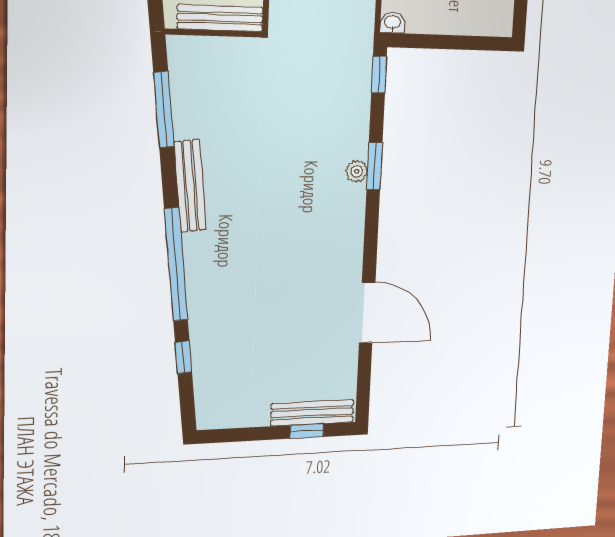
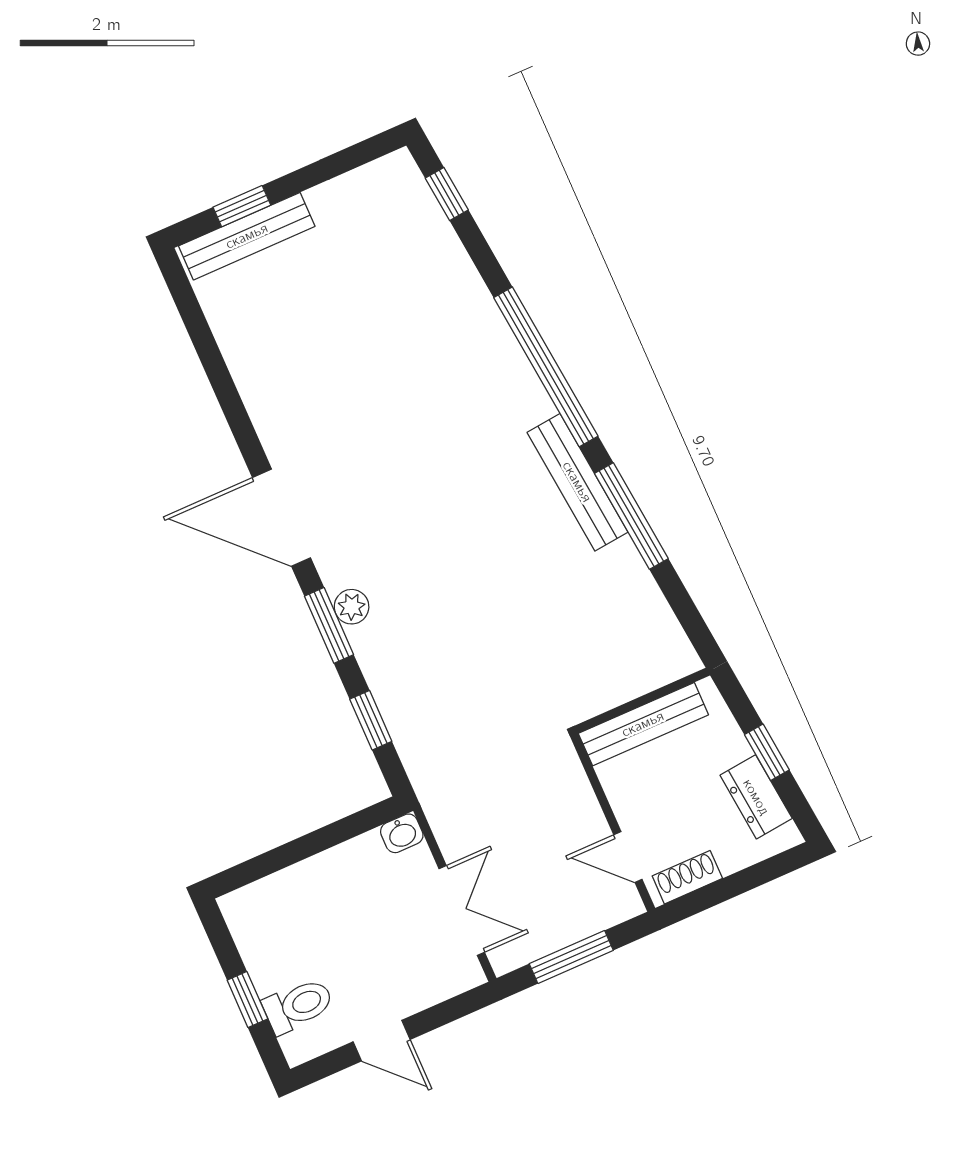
window: (379, 74) -> (371, 720), moved
window: (164, 110) -> (631, 516), moved
door: (367, 313) -> (282, 518), moved
window: (183, 357) -> (447, 194), moved

